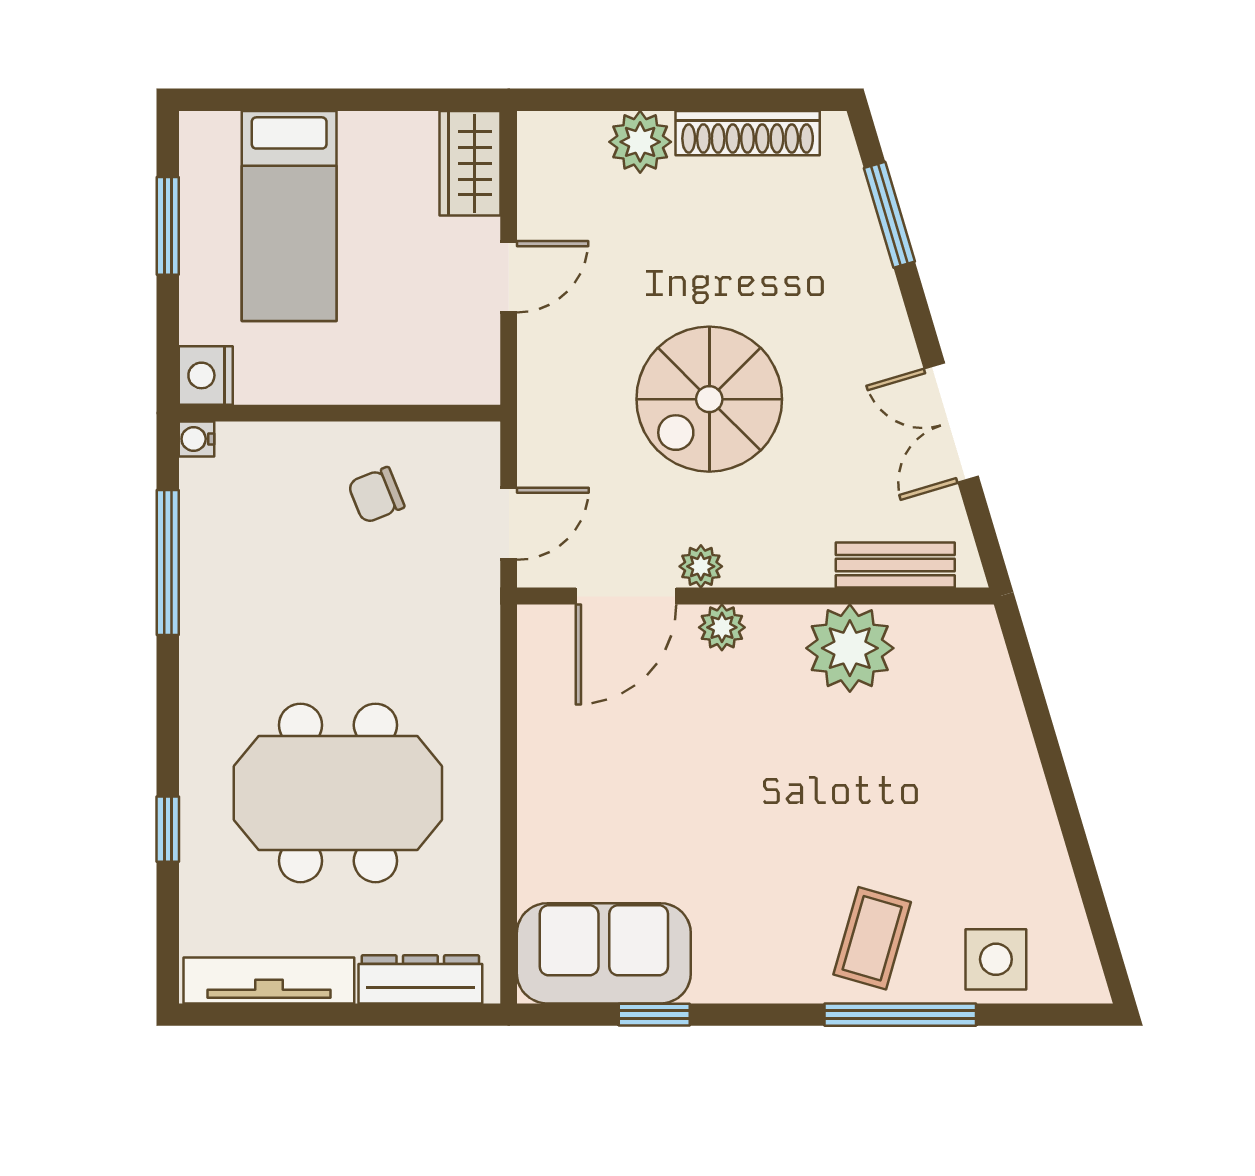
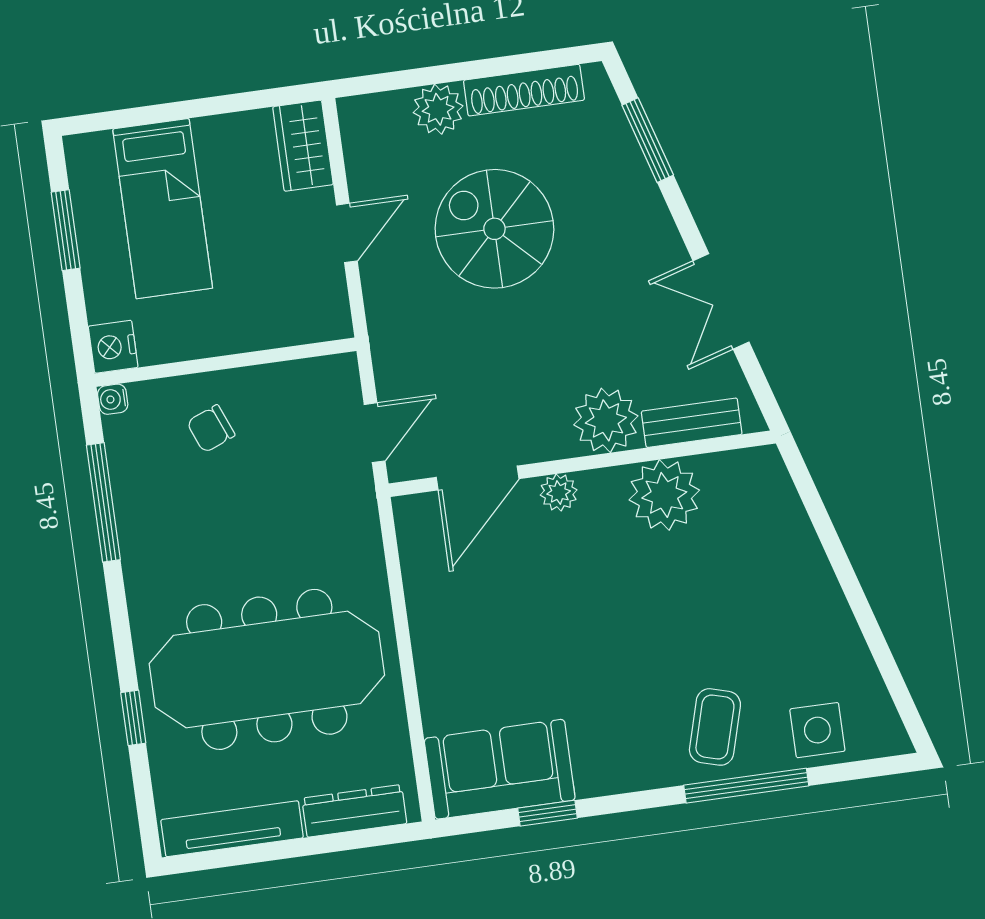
spiral stairs: (709, 399) -> (494, 229), moved, turned 90
chair: (376, 495) -> (211, 429), moved
plant: (701, 566) -> (606, 420), moved, width x1.87, depth x1.87
meeting table: (338, 793) -> (267, 669), width x1.36

